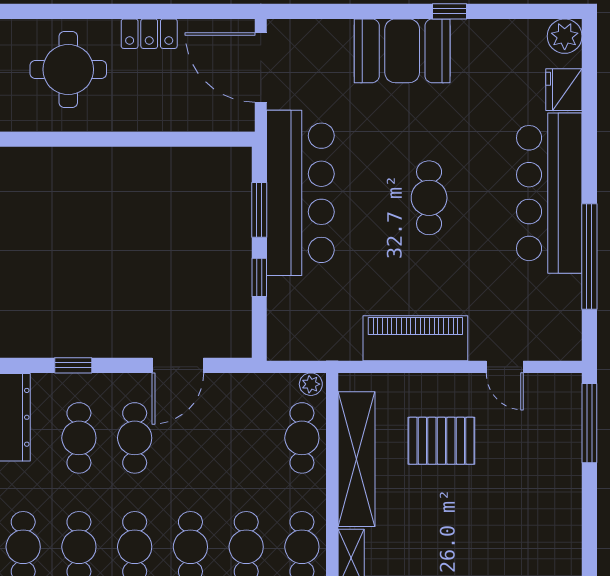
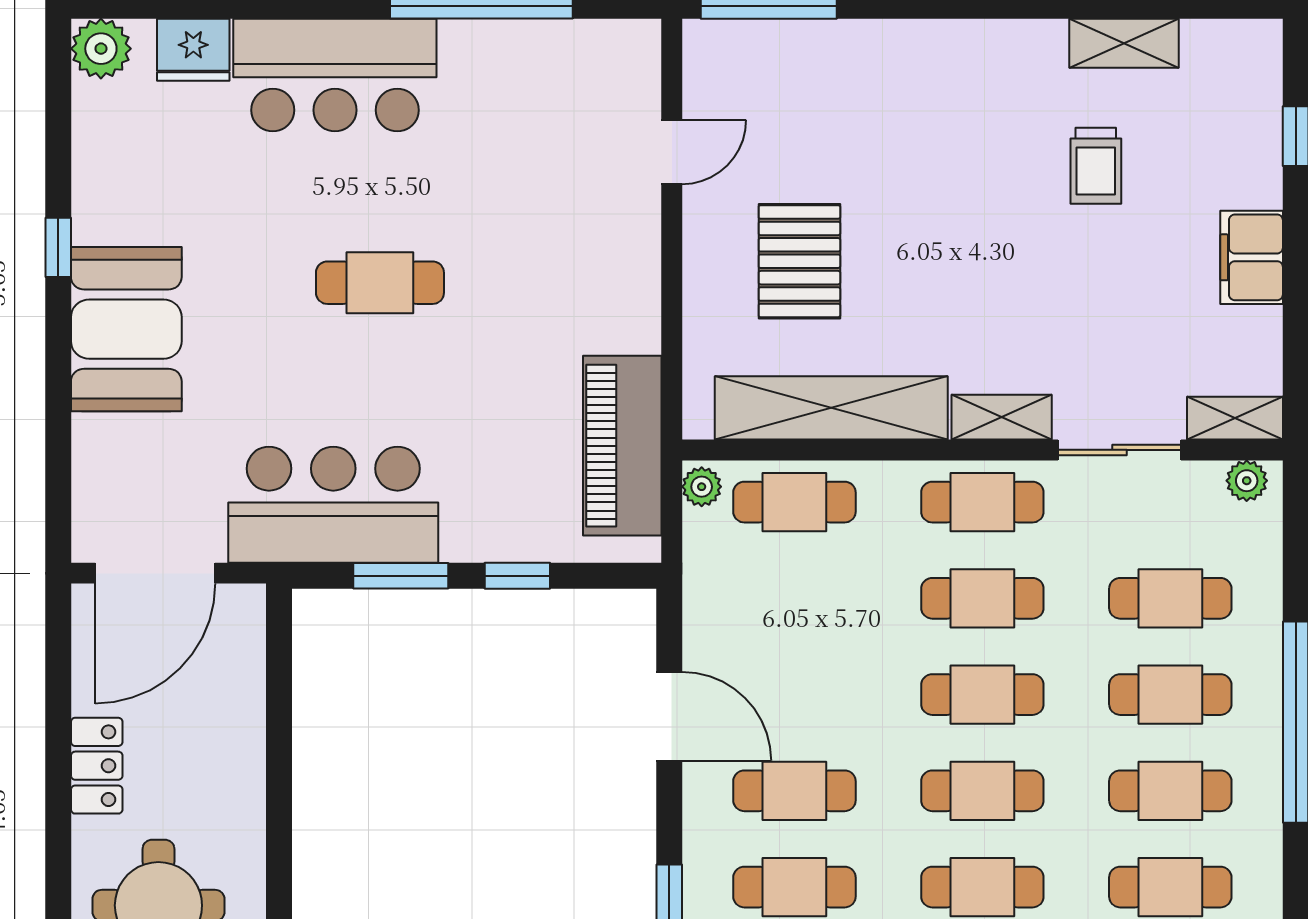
bar counter: (300, 193) -> (333, 505), width x0.73
bar counter: (549, 193) -> (335, 75), width x0.73
piano: (415, 338) -> (622, 446), moved

